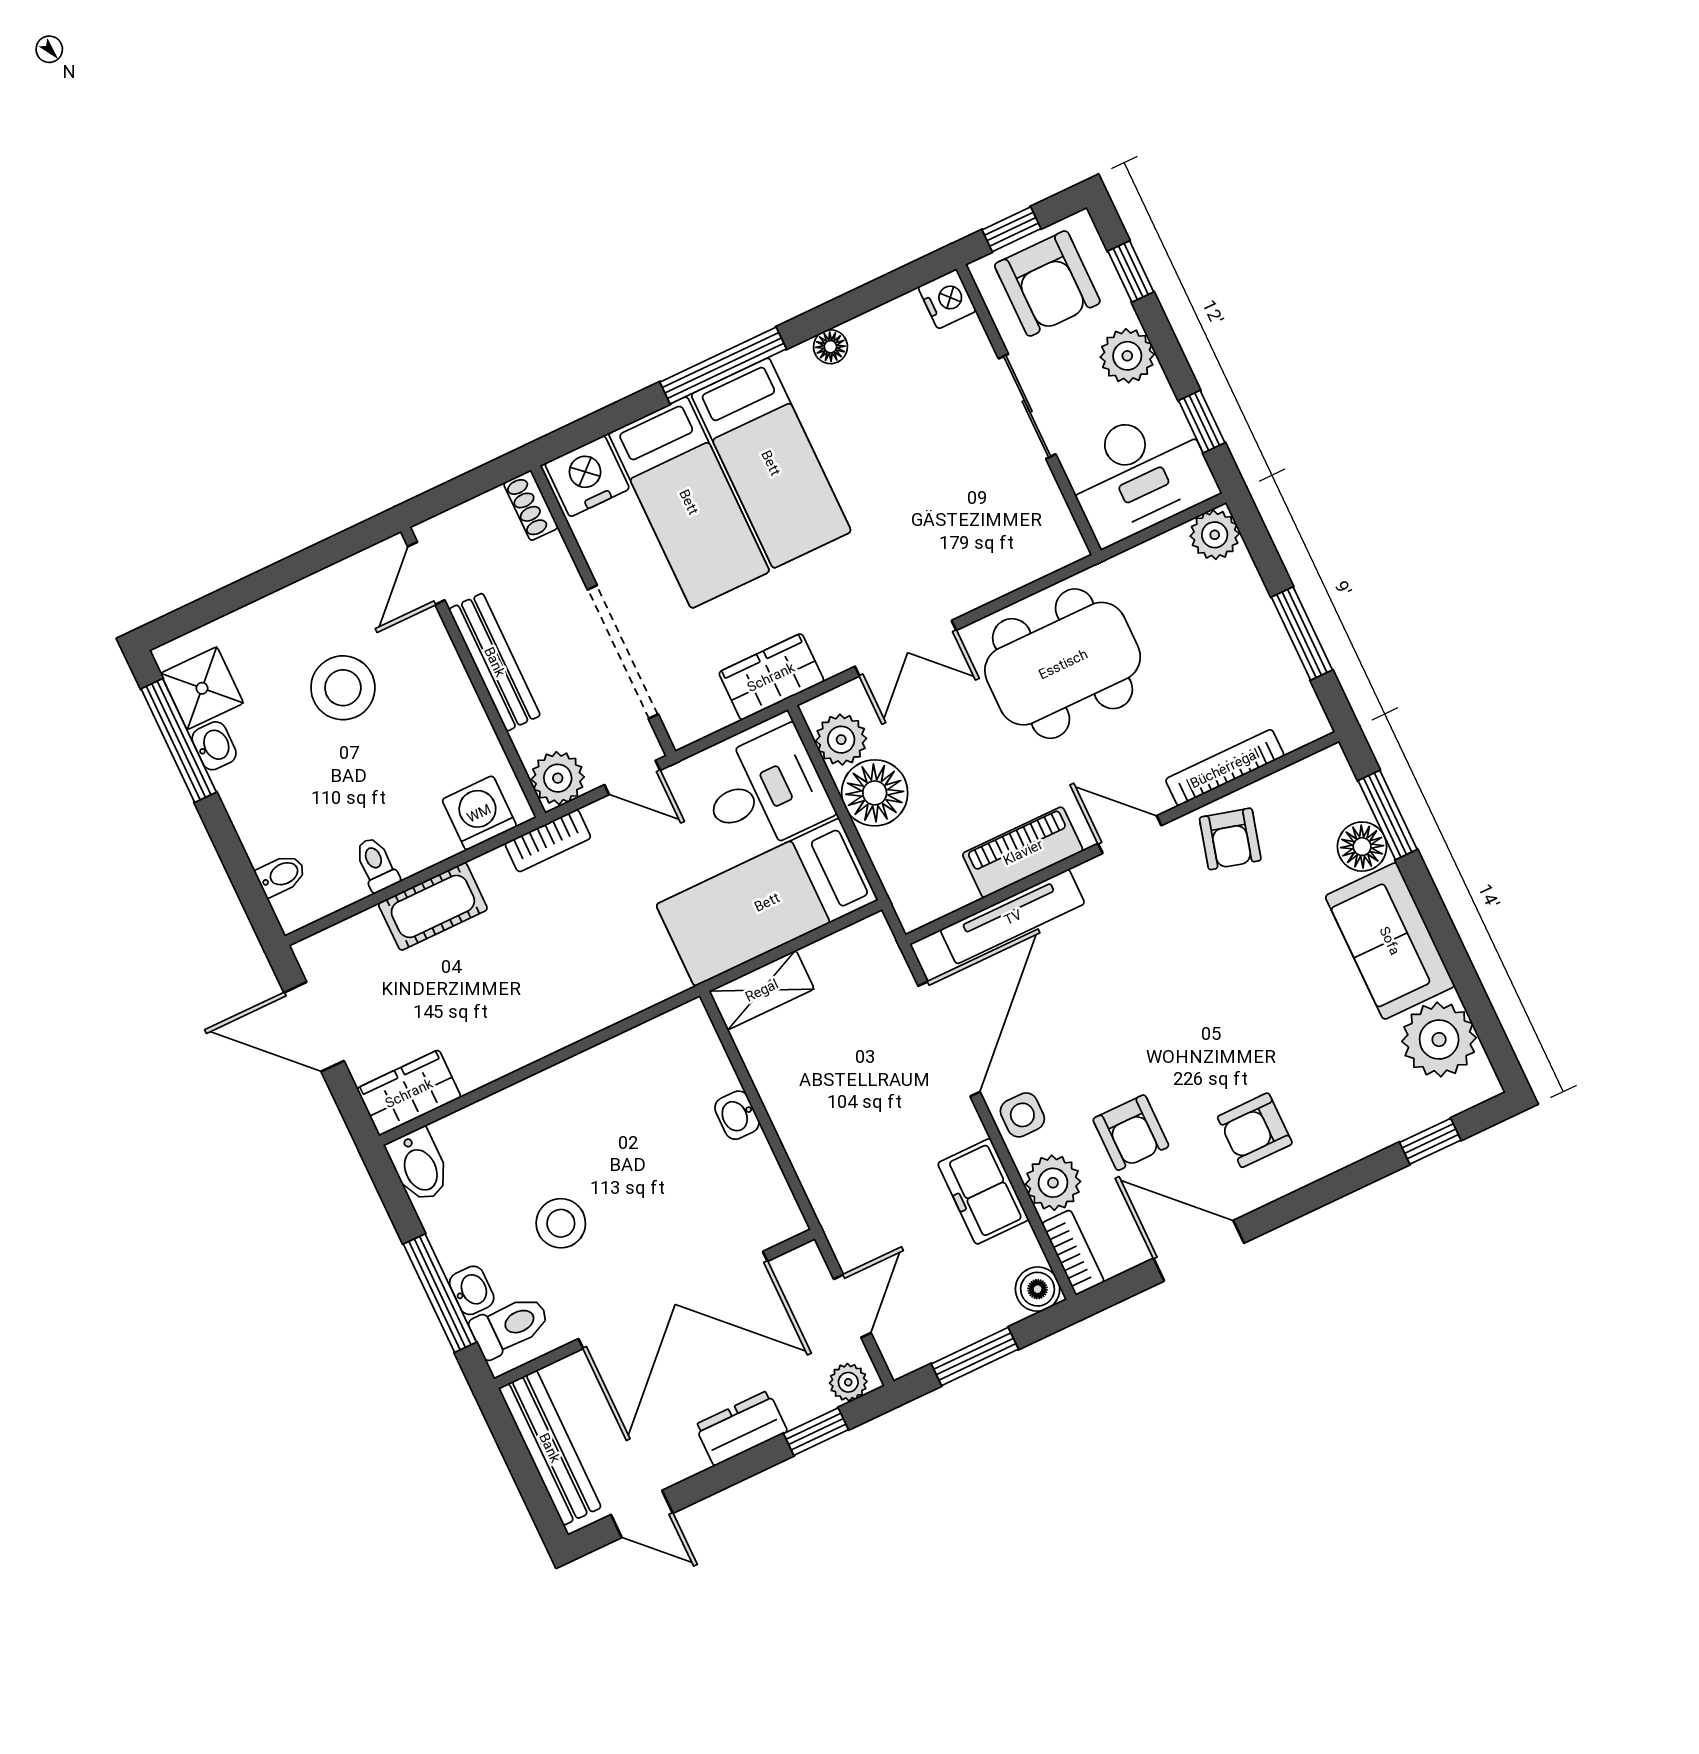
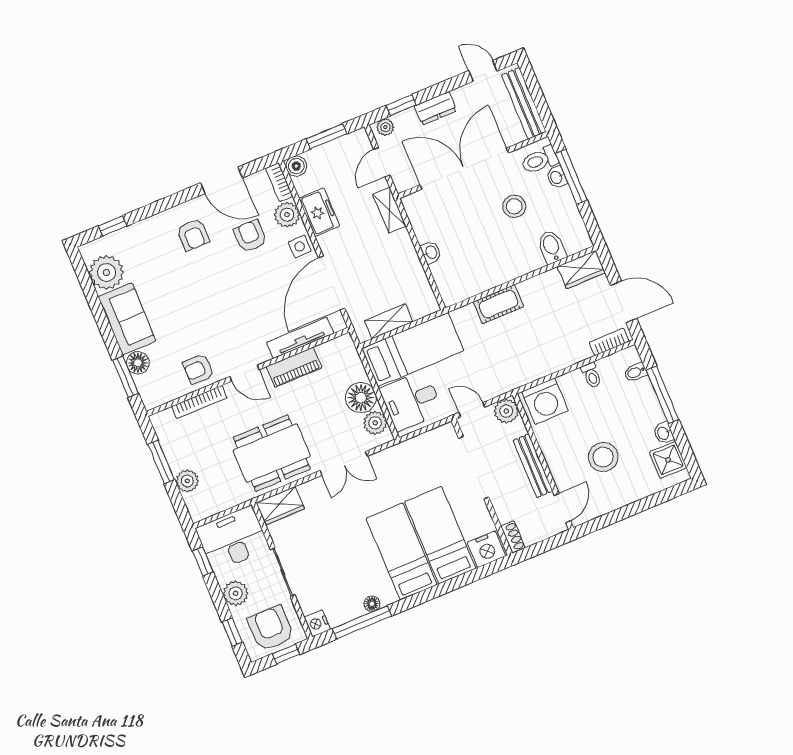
window: (723, 365) -> (362, 622), moved
plant: (1215, 535) -> (187, 481), moved
double door: (906, 648) -> (344, 463), swing flipped
wardrobe: (771, 677) -> (280, 506), moved
window: (179, 741) -> (662, 395), moved
washing machine: (479, 813) -> (545, 401), width x1.37, depth x1.37
armchair: (1230, 839) -> (198, 369), turned -105
bookcase: (548, 841) -> (609, 342), moved
cot: (433, 906) -> (499, 304), moved
shelving: (762, 990) -> (388, 321), moved
armchair: (1255, 1130) -> (193, 235), turned 90
bidet: (419, 1166) -> (552, 247), moved
shelving: (831, 1203) -> (389, 210), added

